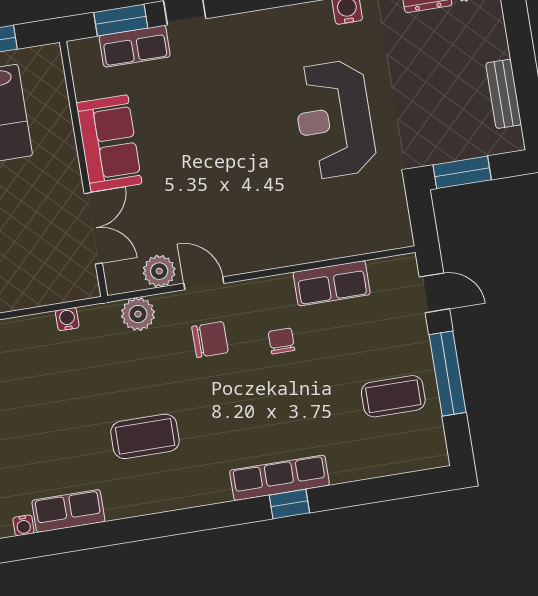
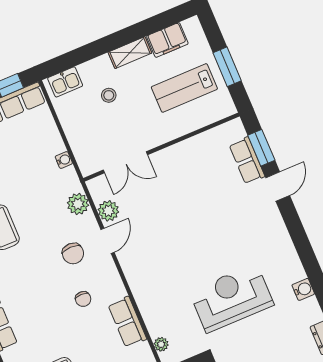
sofa: (109, 143) -> (182, 159), removed
plant: (377, 241) -> (161, 344), added
chair: (281, 341) -> (83, 299), turned 90

